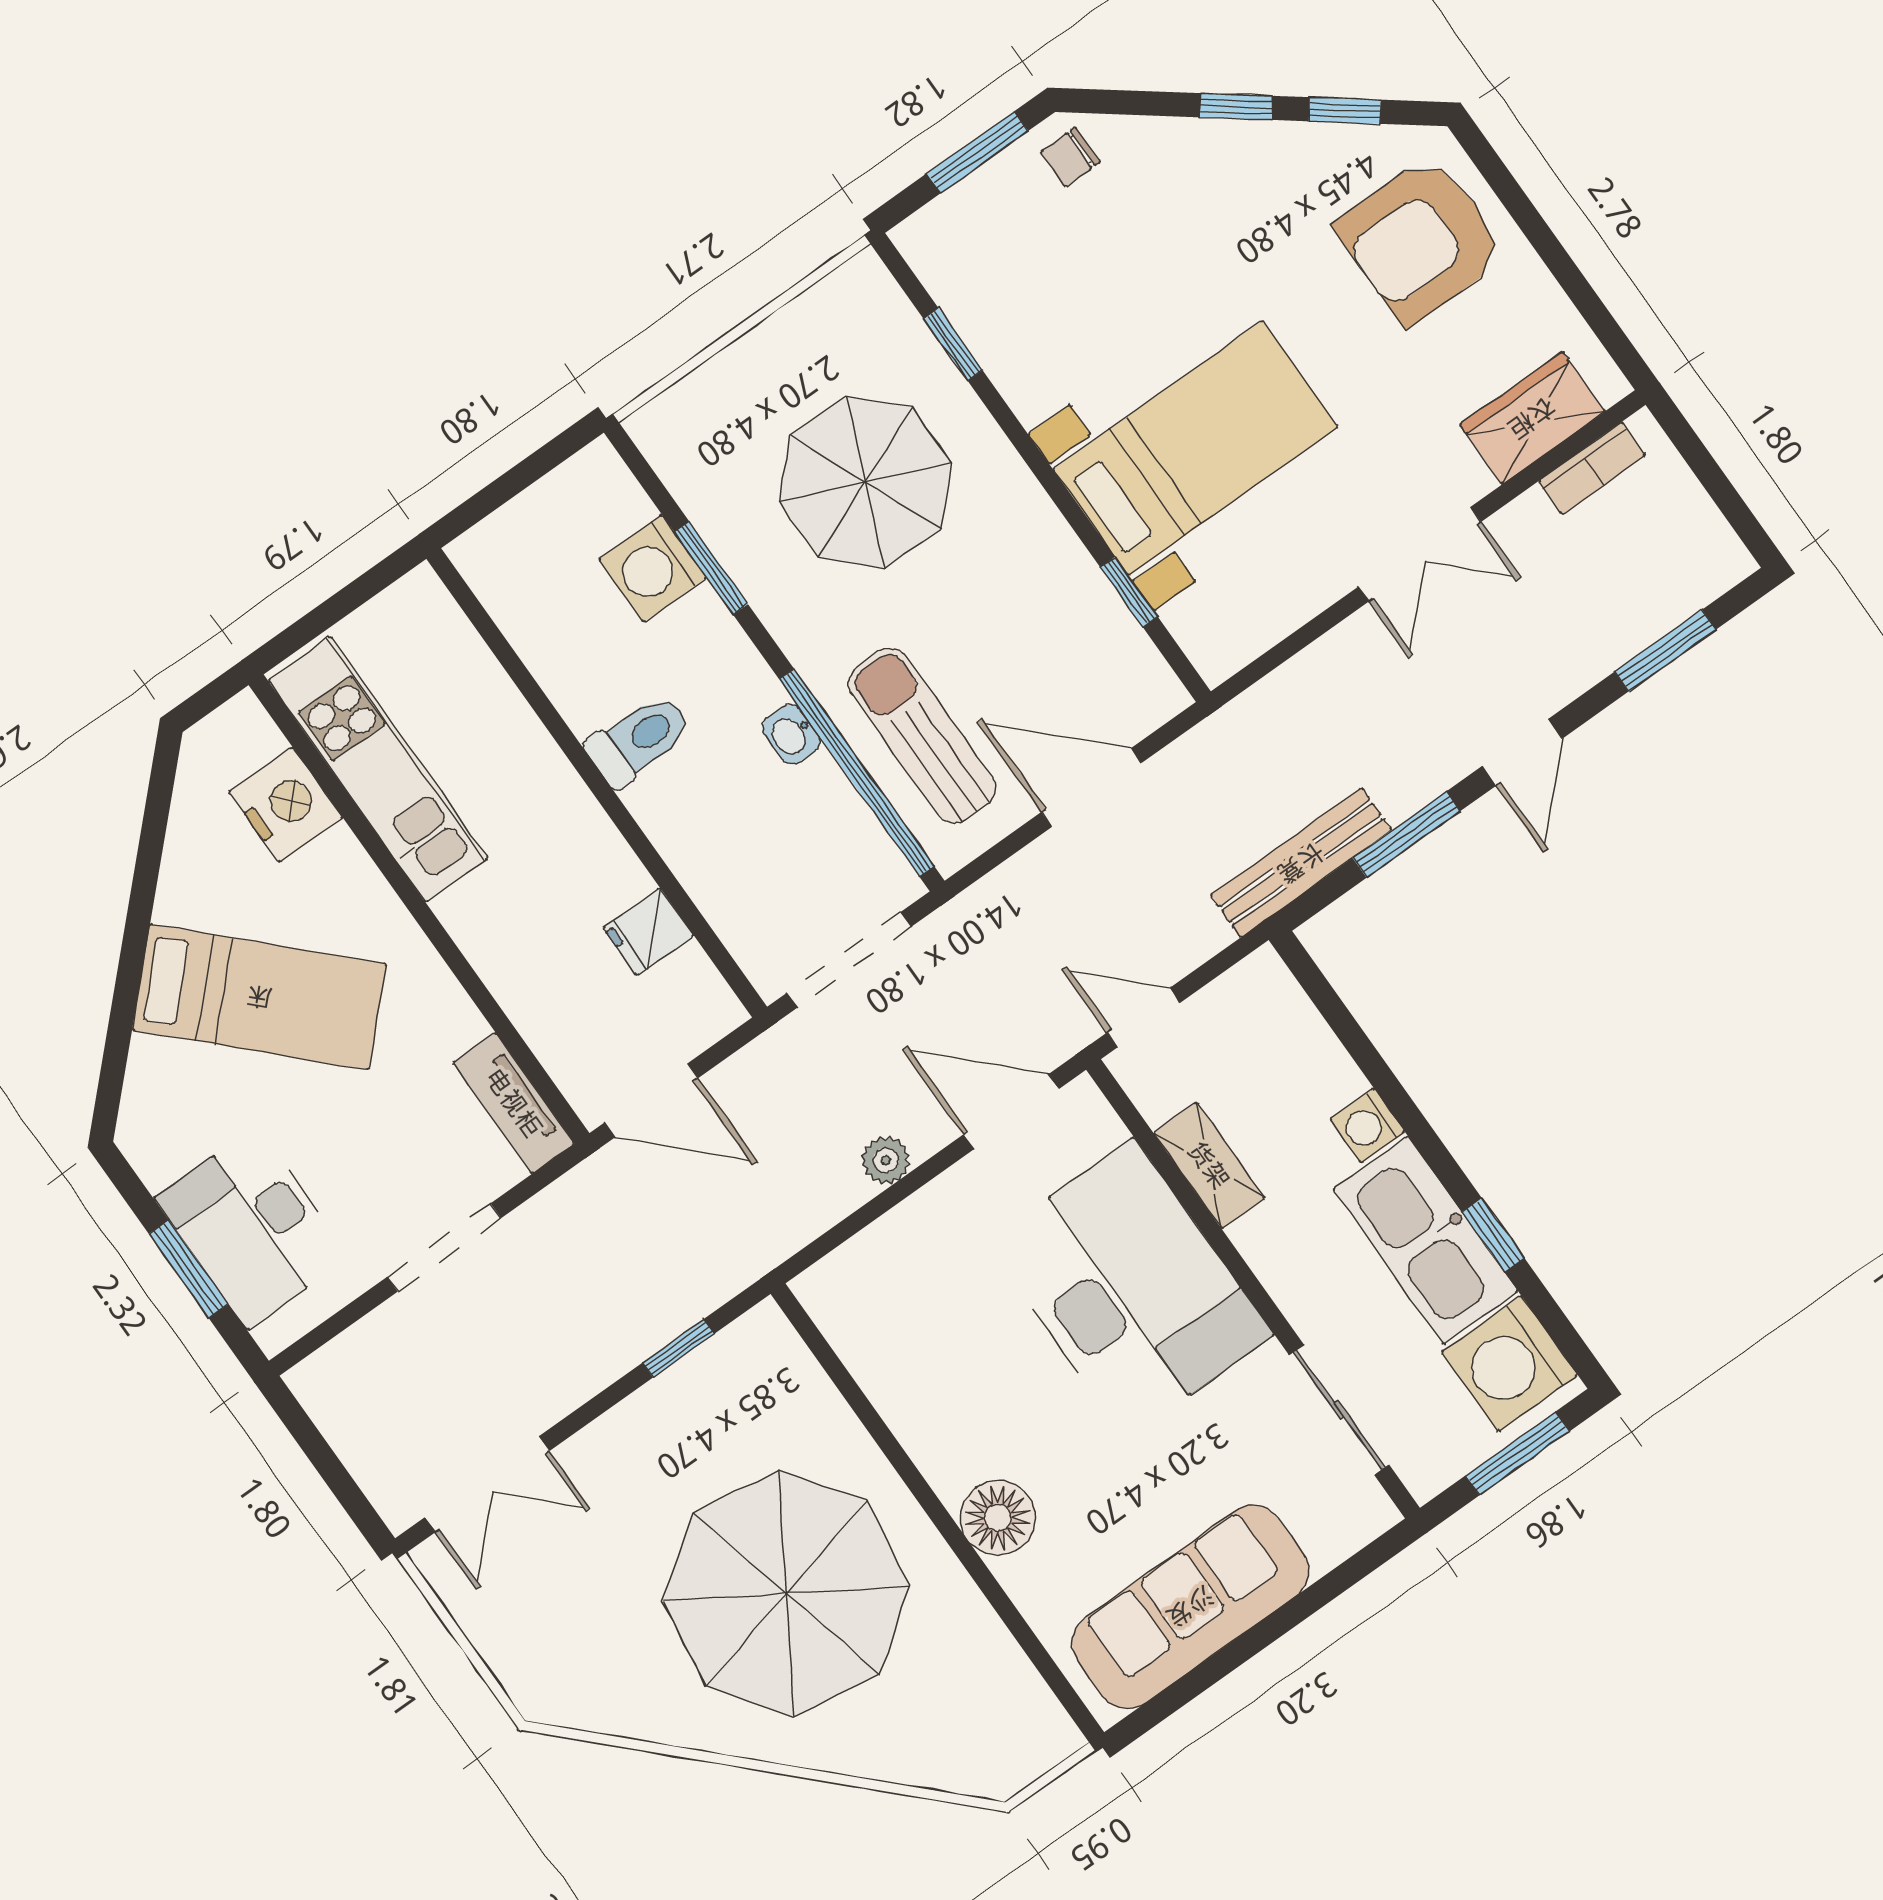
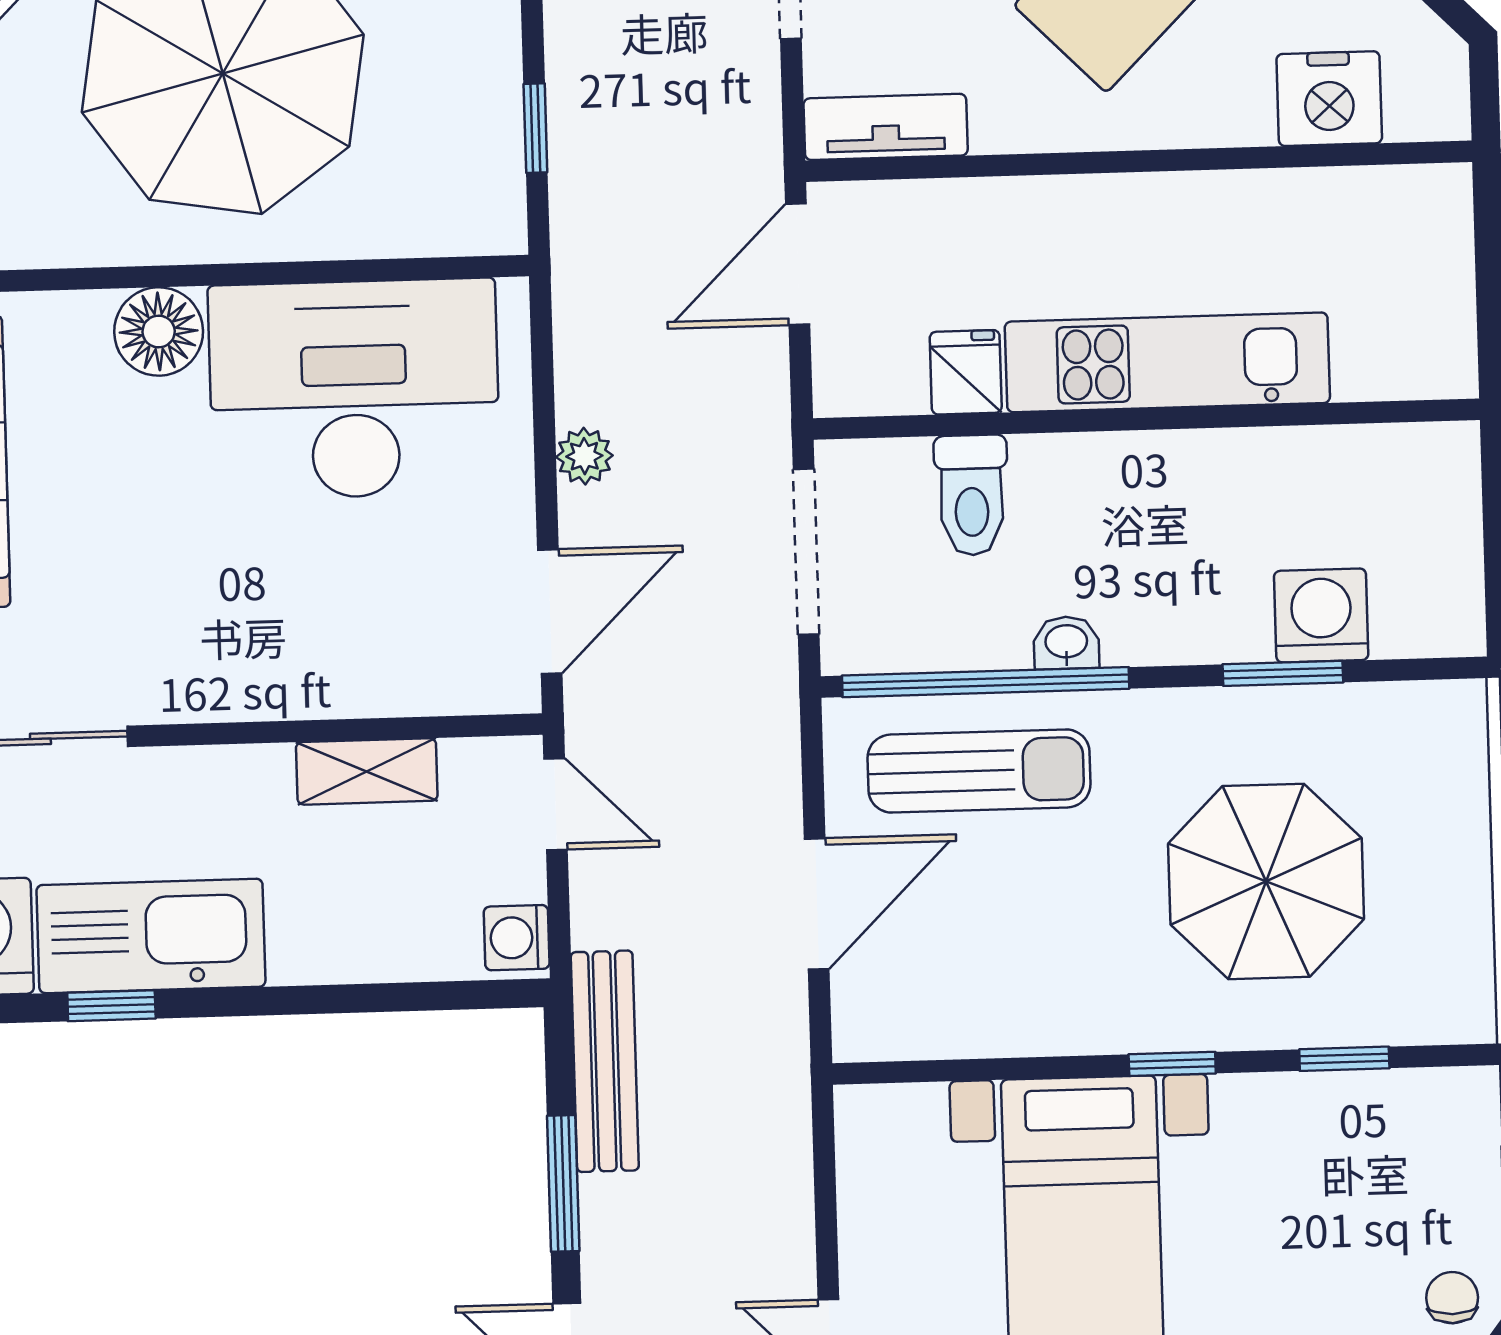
window: (1129, 592) -> (1172, 1064), moved
toilet: (639, 740) -> (971, 495), moved
kitchen unit: (378, 769) -> (1167, 362), moved, turned 180
door: (1144, 1018) -> (555, 804), hinge flipped
washing machine: (1367, 1125) -> (517, 938), moved, turned -90
desk: (1130, 1288) -> (354, 389), moved, turned 180

